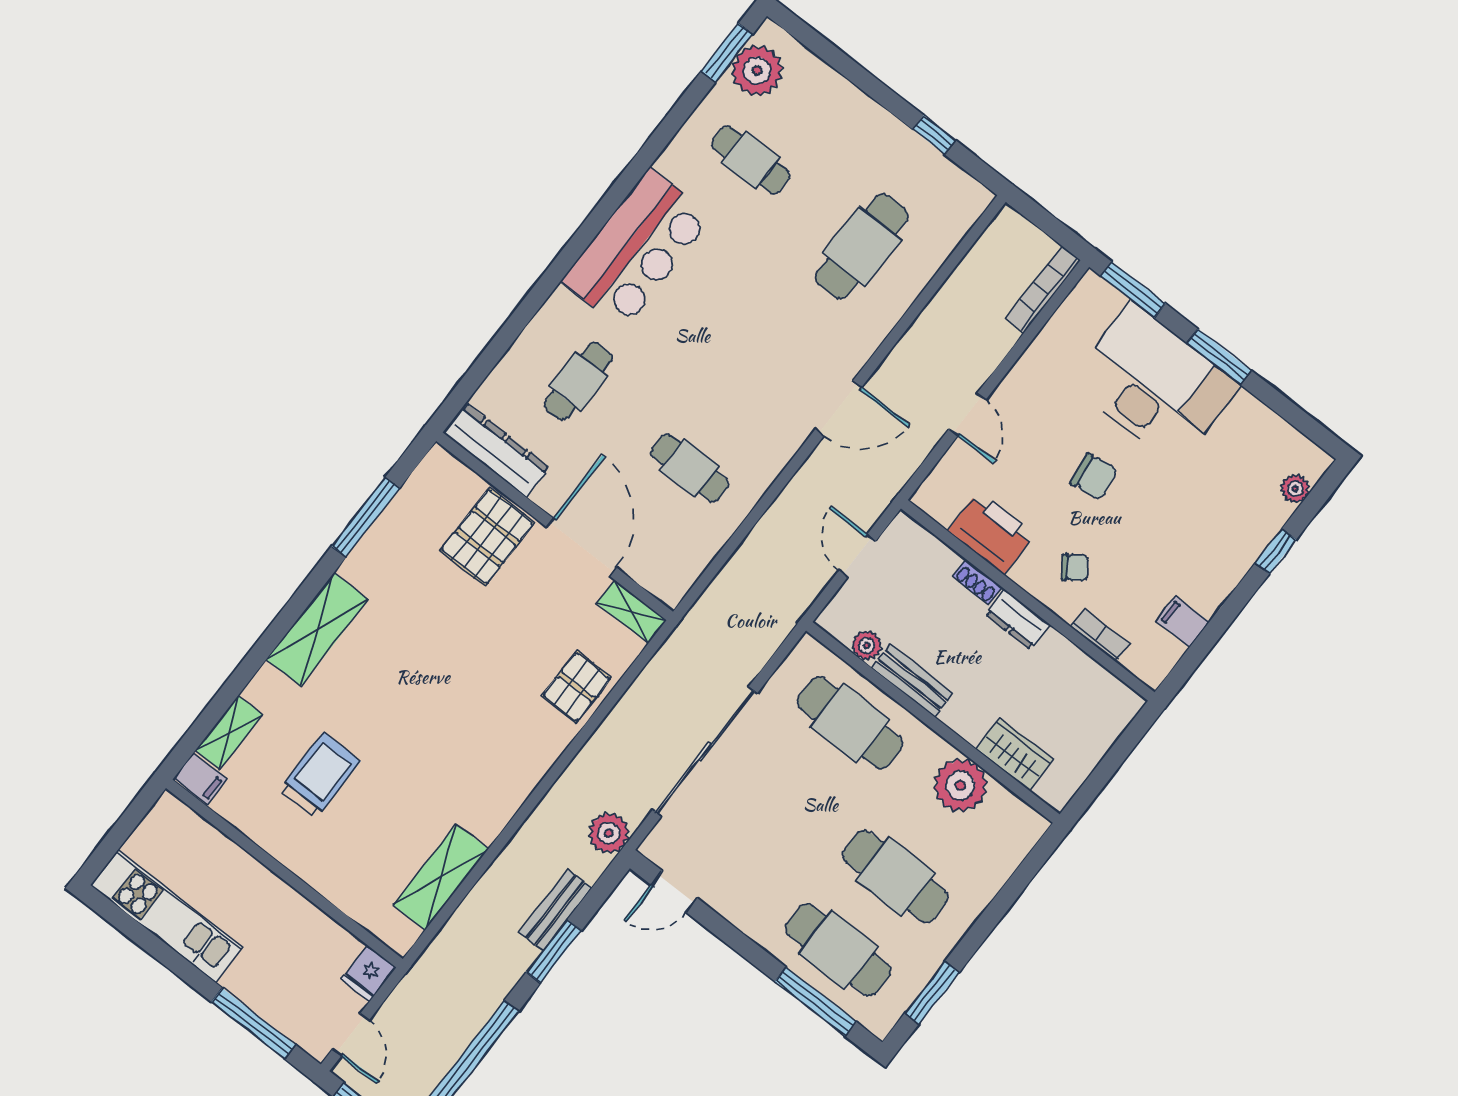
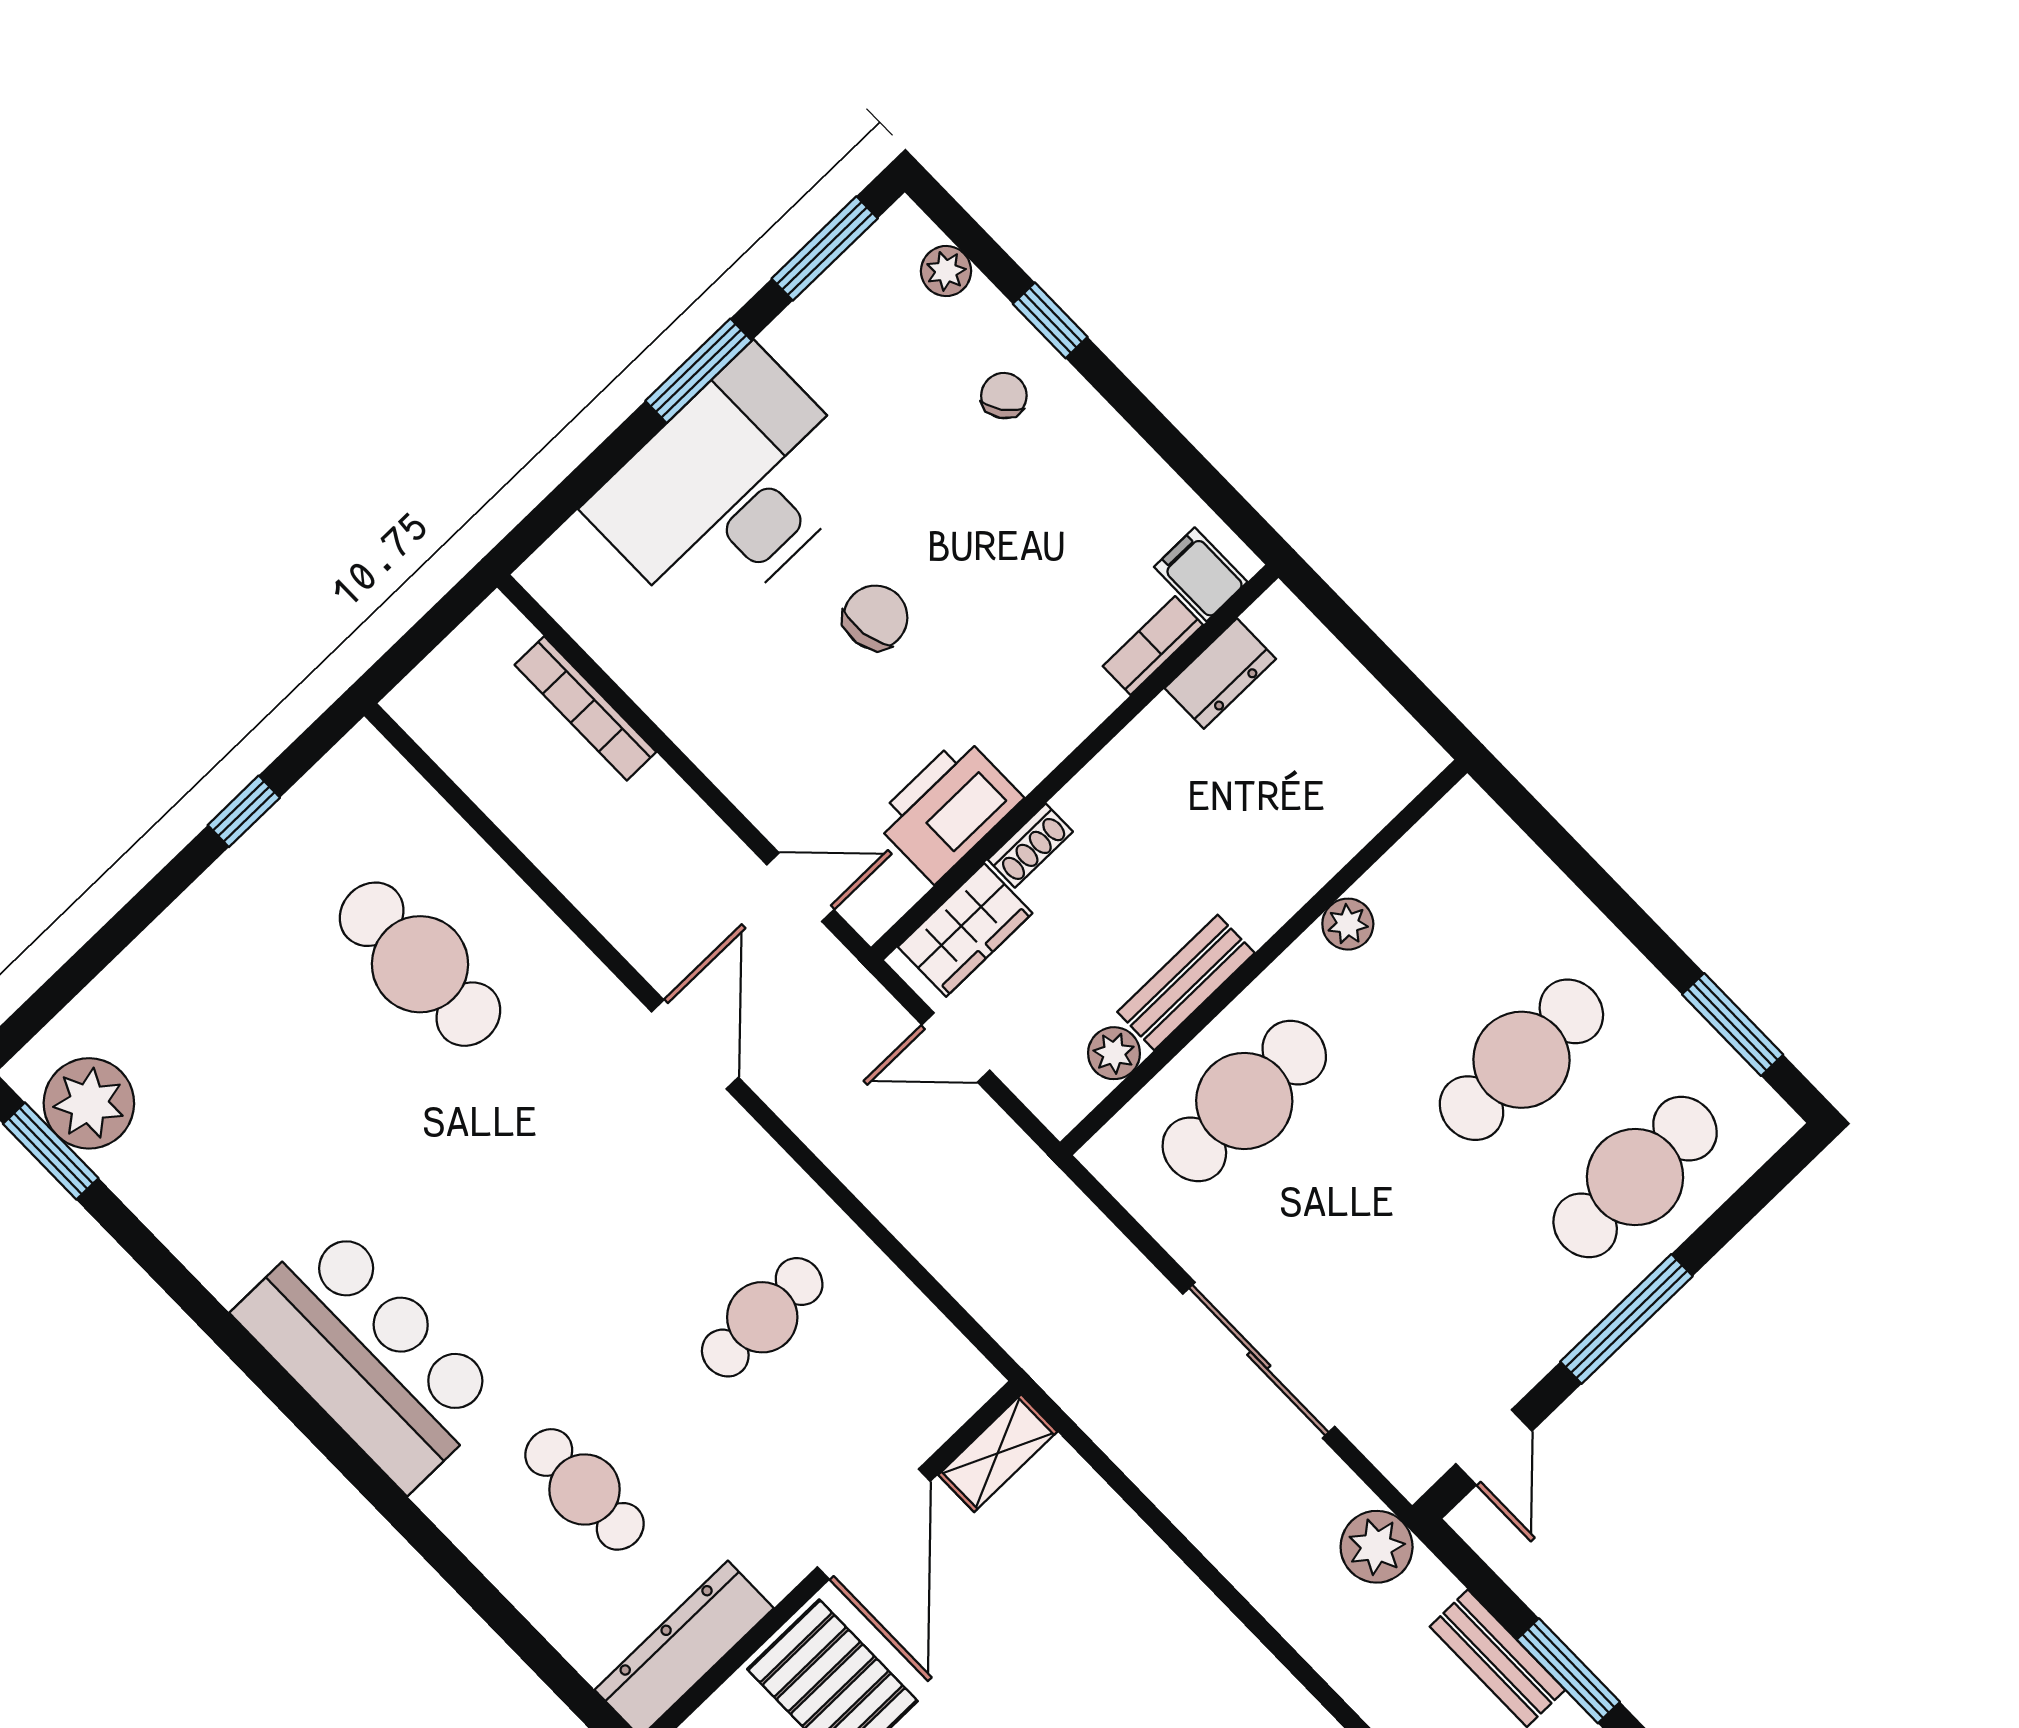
cafe table: (751, 160) -> (242, 1136), removed
bookcase: (1043, 289) -> (585, 708), moved
window: (1133, 290) -> (825, 248), moved
door: (967, 414) -> (800, 887), moved
door: (582, 547) -> (874, 1524), swing flipped
chair: (1075, 568) -> (1004, 396), moved
dresser: (1017, 619) -> (1220, 674), moved
filing cabinet: (1182, 621) -> (1201, 574), moved, turned 90
pallet: (577, 687) -> (1115, 1567), removed
sliding door: (705, 752) -> (1259, 1360), width x0.73
wardrobe: (1015, 754) -> (965, 930), moved, turned 180
plant: (960, 785) -> (1348, 924), width x0.53, depth x0.53
window: (816, 1001) -> (1626, 1319), moved

